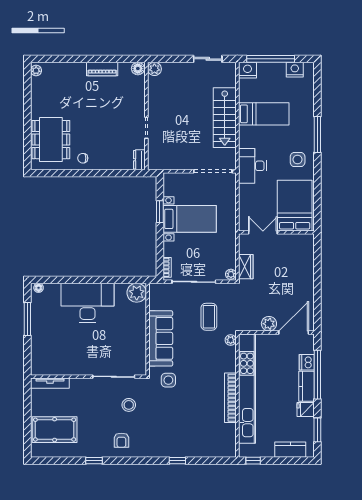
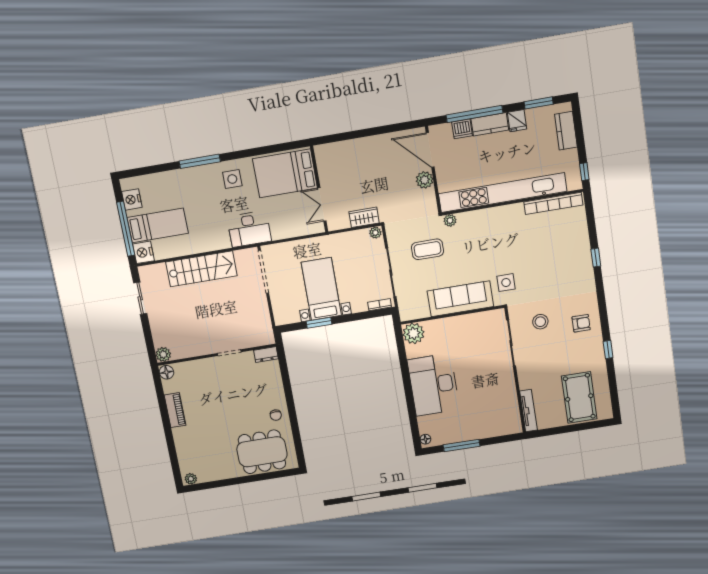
bed: (264, 114) -> (158, 225), moved, turned 90
bookcase: (230, 398) -> (553, 203), moved

